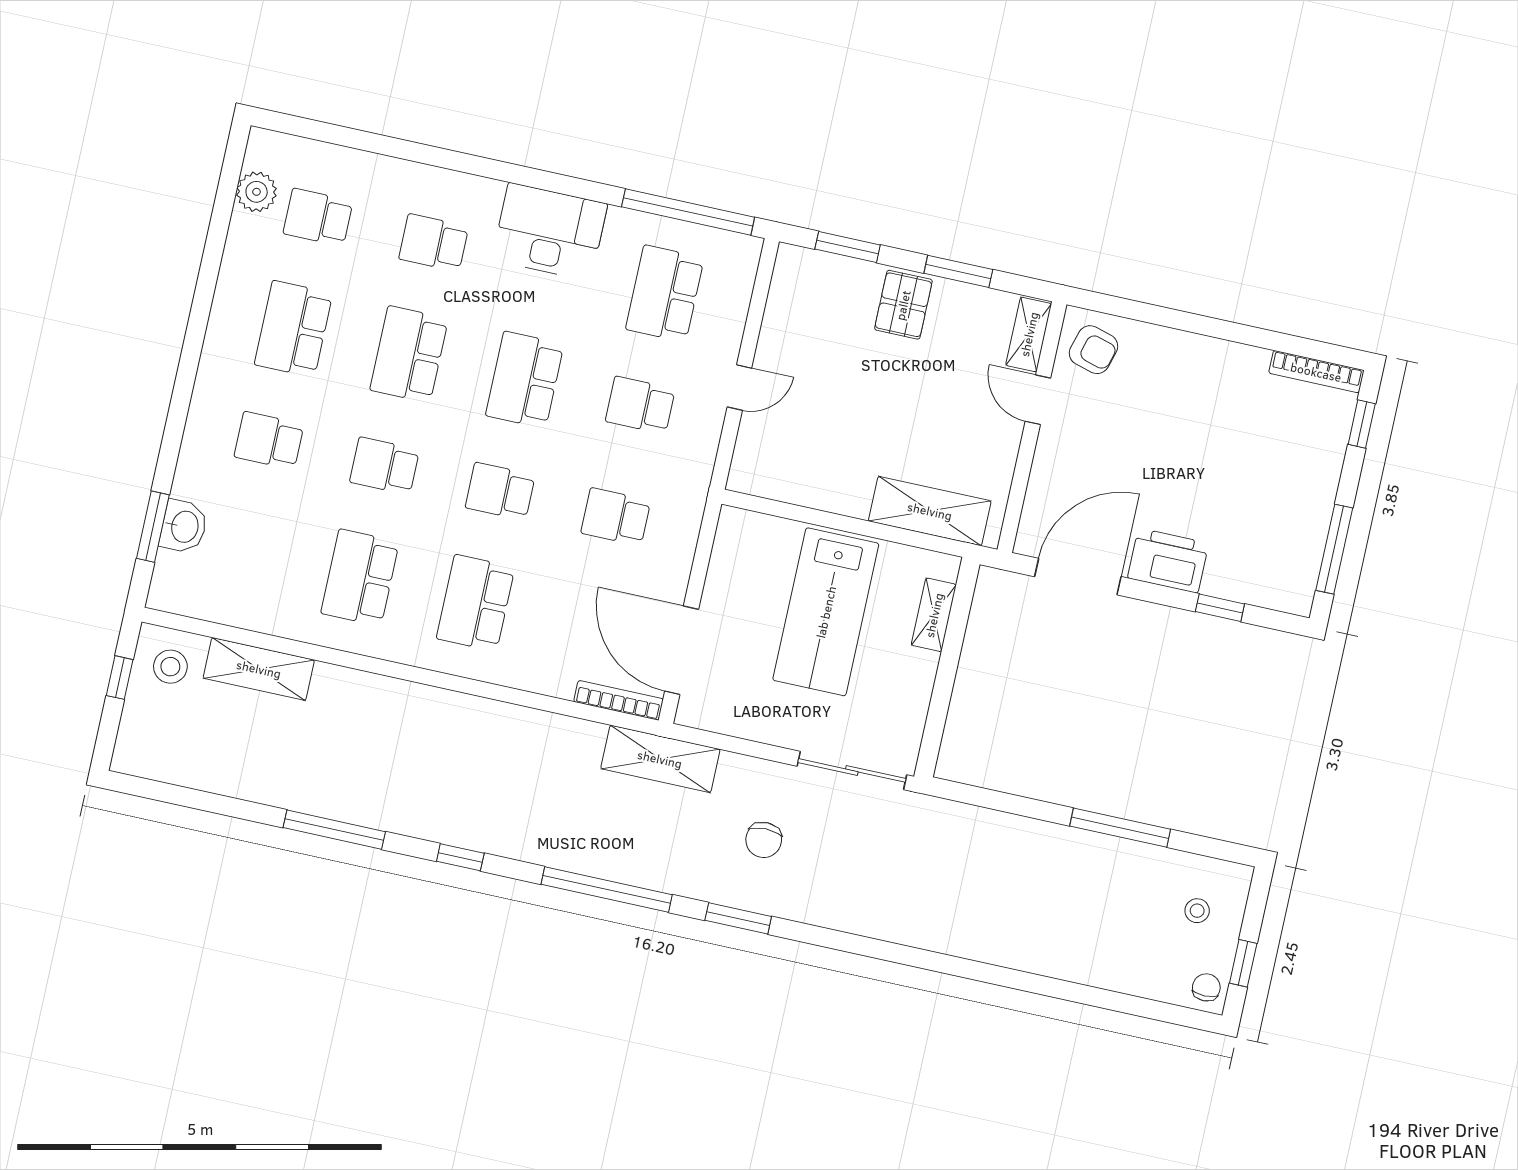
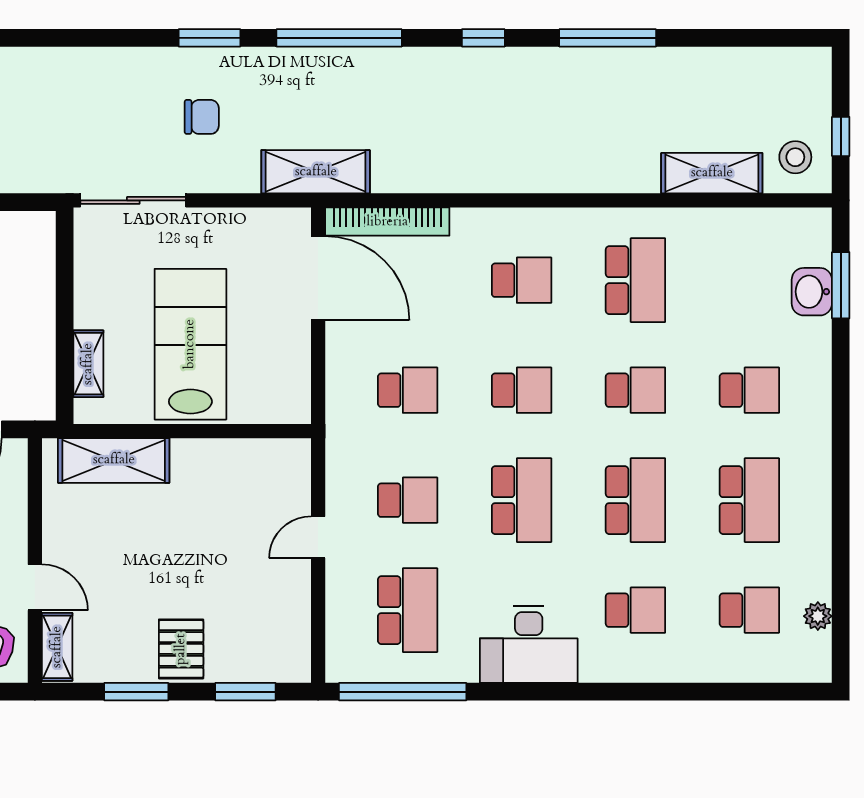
plant: (257, 192) -> (818, 616), width x0.73, depth x0.73
school desk: (476, 603) -> (522, 280), width x0.54
bookcase: (619, 700) -> (387, 222), width x1.48, depth x1.31
chair: (764, 840) -> (202, 117), turned 90

